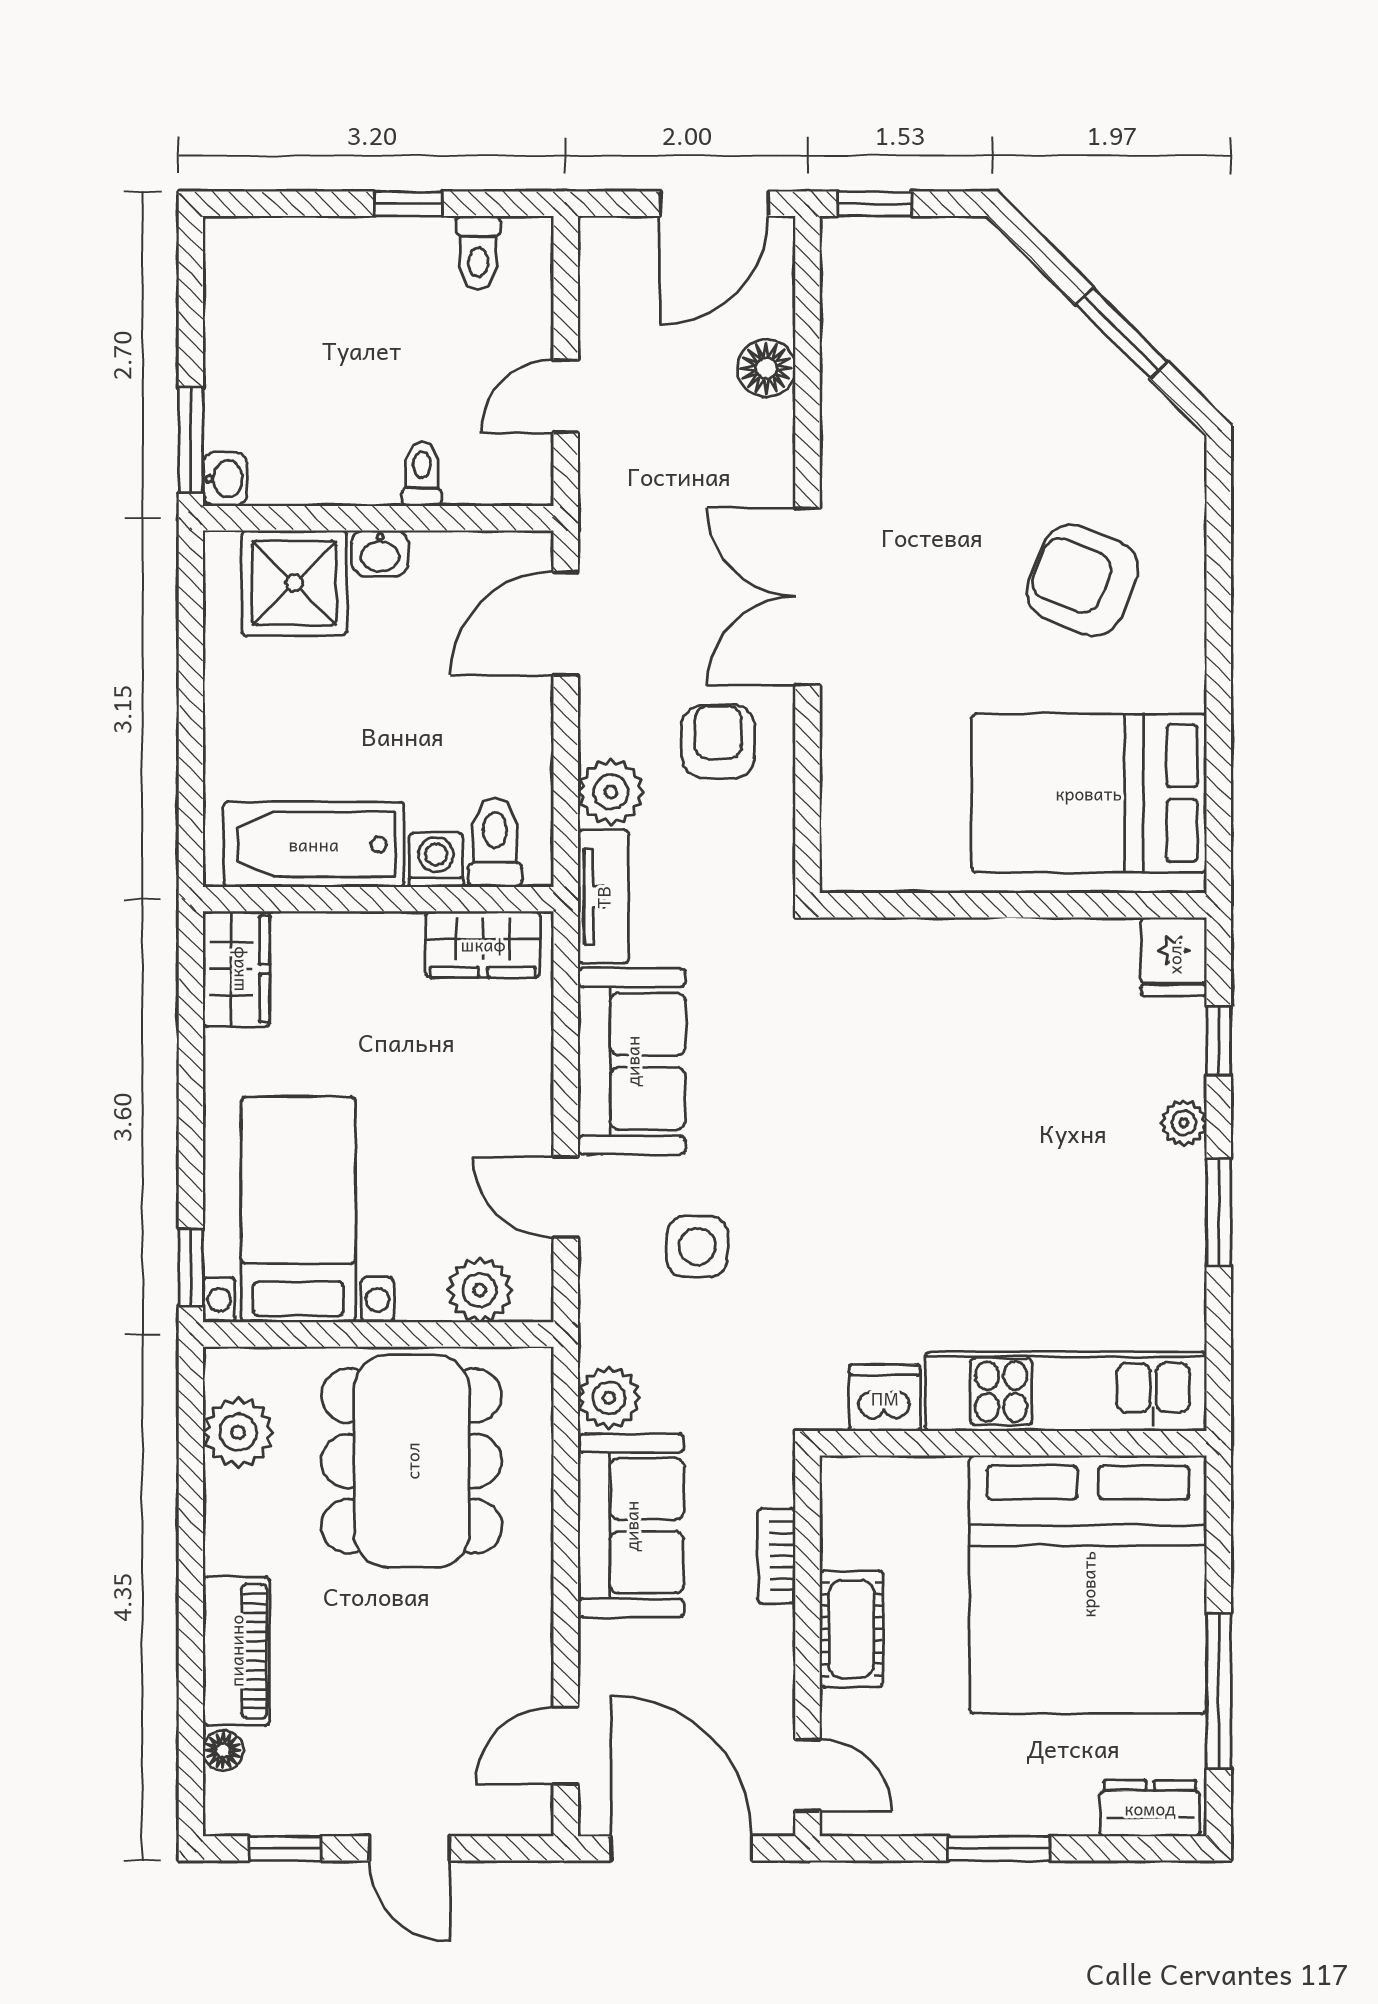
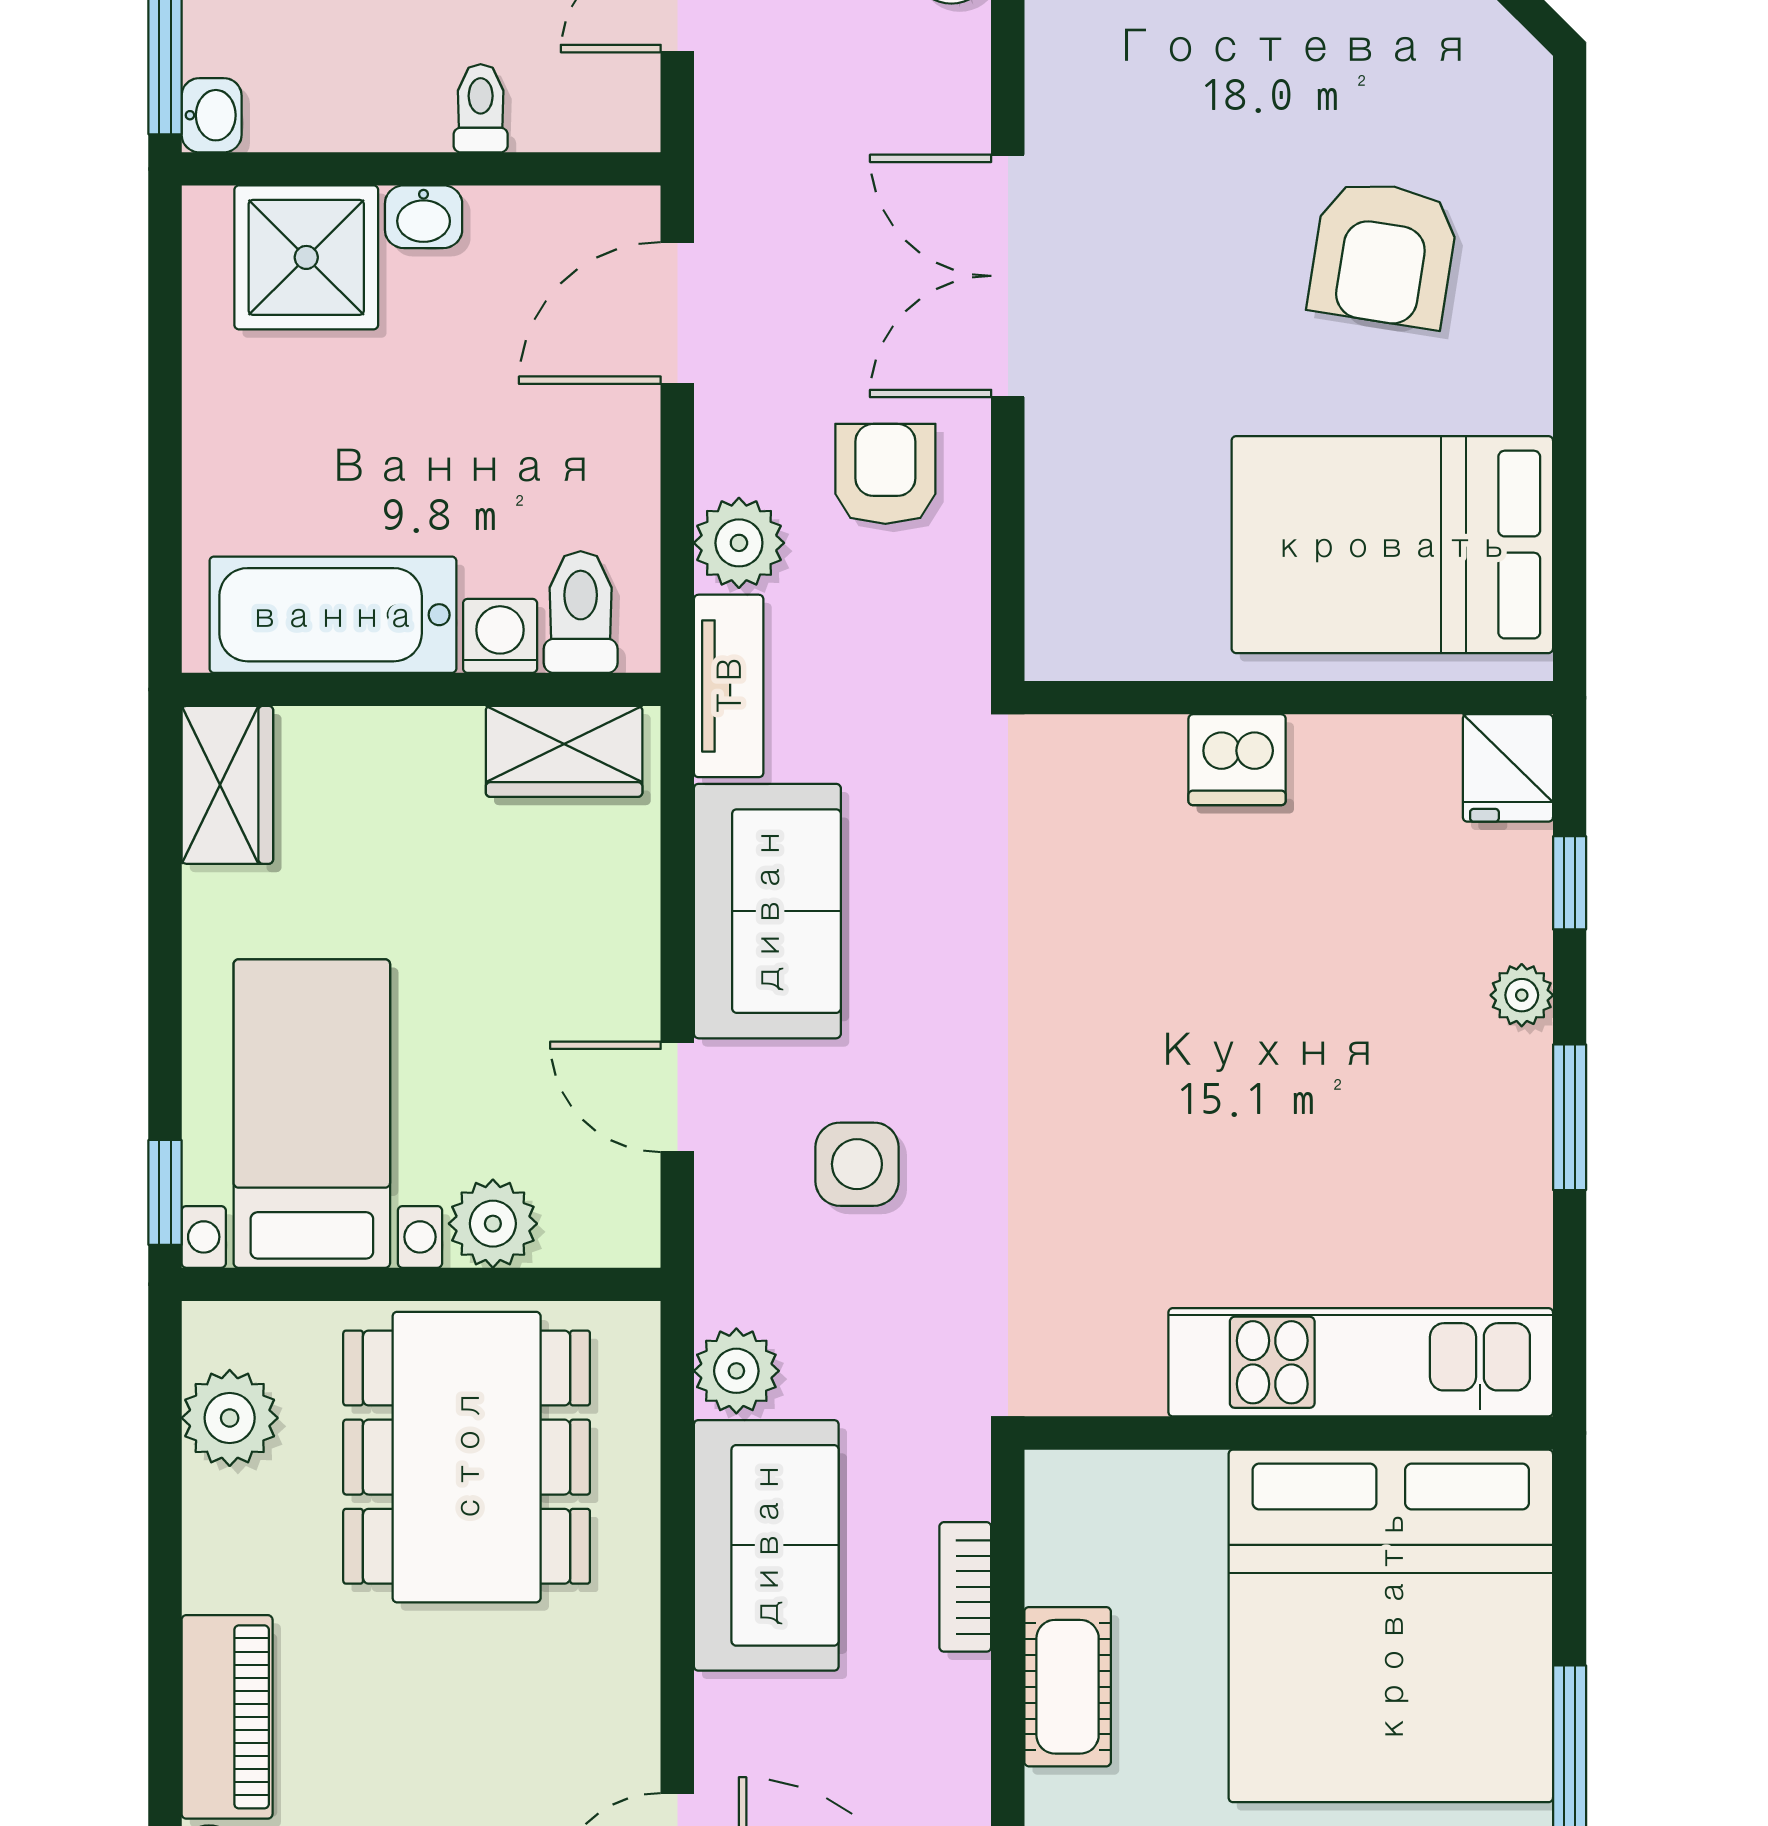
armchair: (1083, 580) -> (1383, 254), turned -103
plant: (480, 1290) -> (493, 1224), moved
dishwasher: (885, 1398) -> (1237, 760), moved, turned 180

